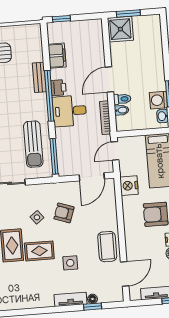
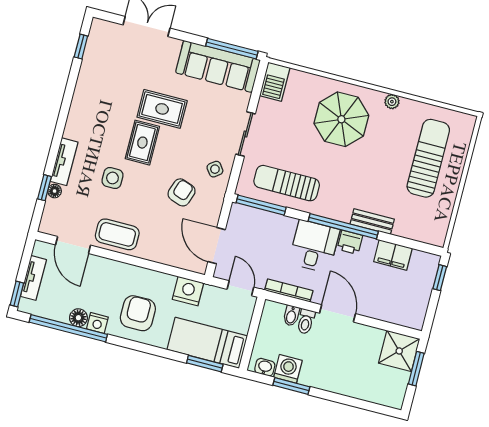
side table: (37, 217) -> (215, 169), moved

